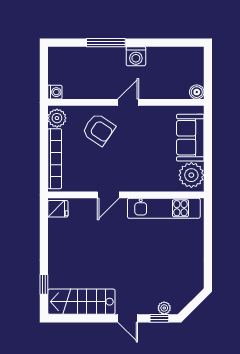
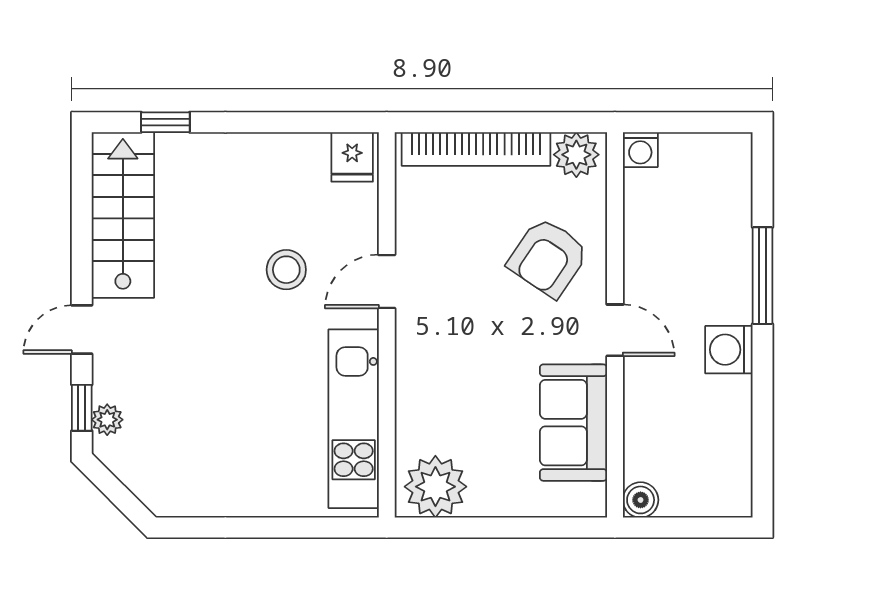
sofa: (190, 138) -> (573, 423), moved, turned -90
door: (108, 195) -> (387, 281), hinge flipped
stool: (104, 235) -> (286, 270), added

